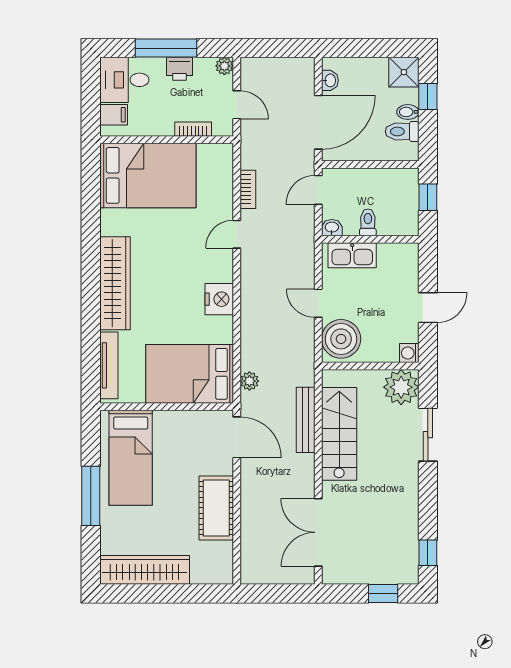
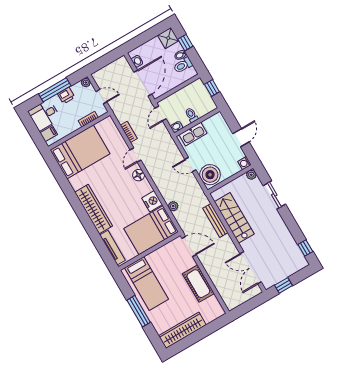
floor lamp: (222, 271) -> (139, 175), added
nightstand: (219, 299) -> (152, 201), moved
plant: (249, 381) -> (173, 206), moved
plant: (401, 387) -> (251, 175), width x0.53, depth x0.53
window: (383, 593) -> (284, 285), moved

